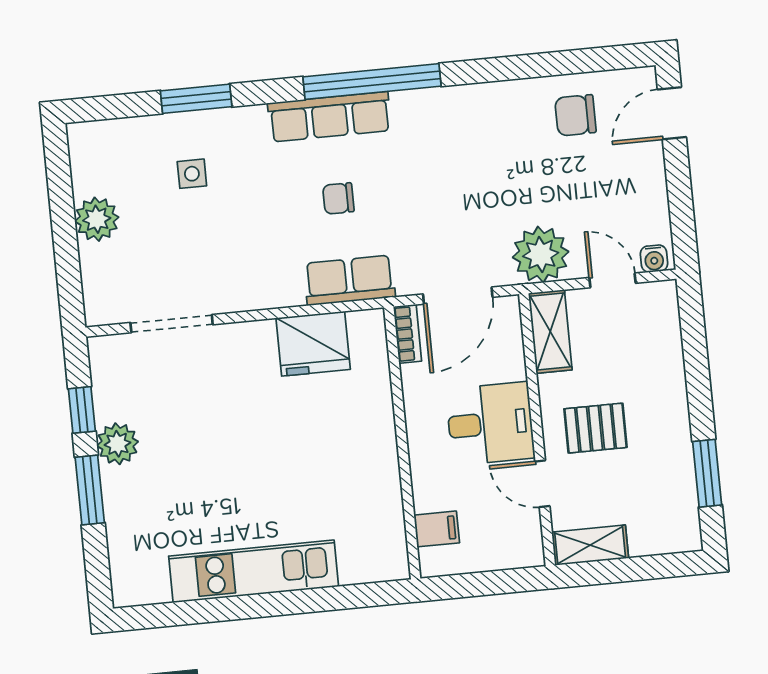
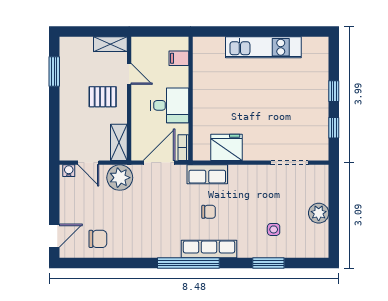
desk: (490, 424) -> (170, 105), moved, turned 180
plant: (118, 444) -> (319, 111), removed
window: (90, 490) -> (334, 91), width x0.67

